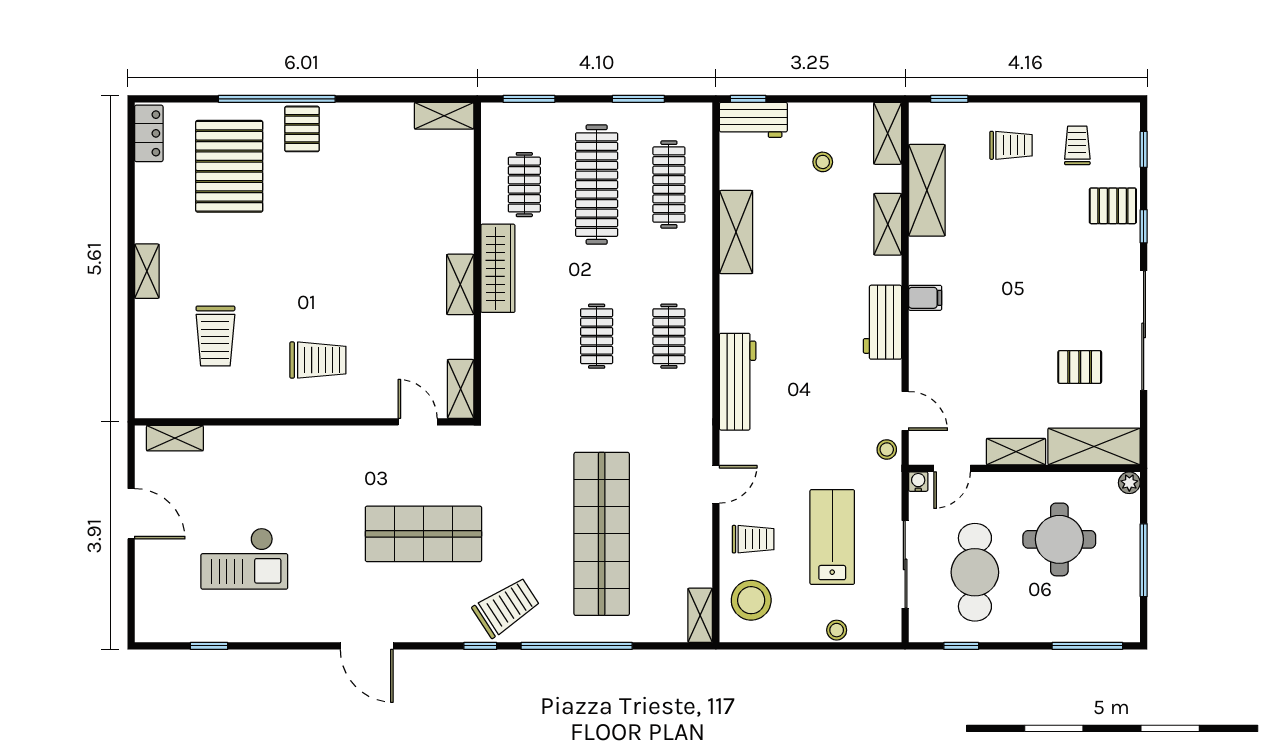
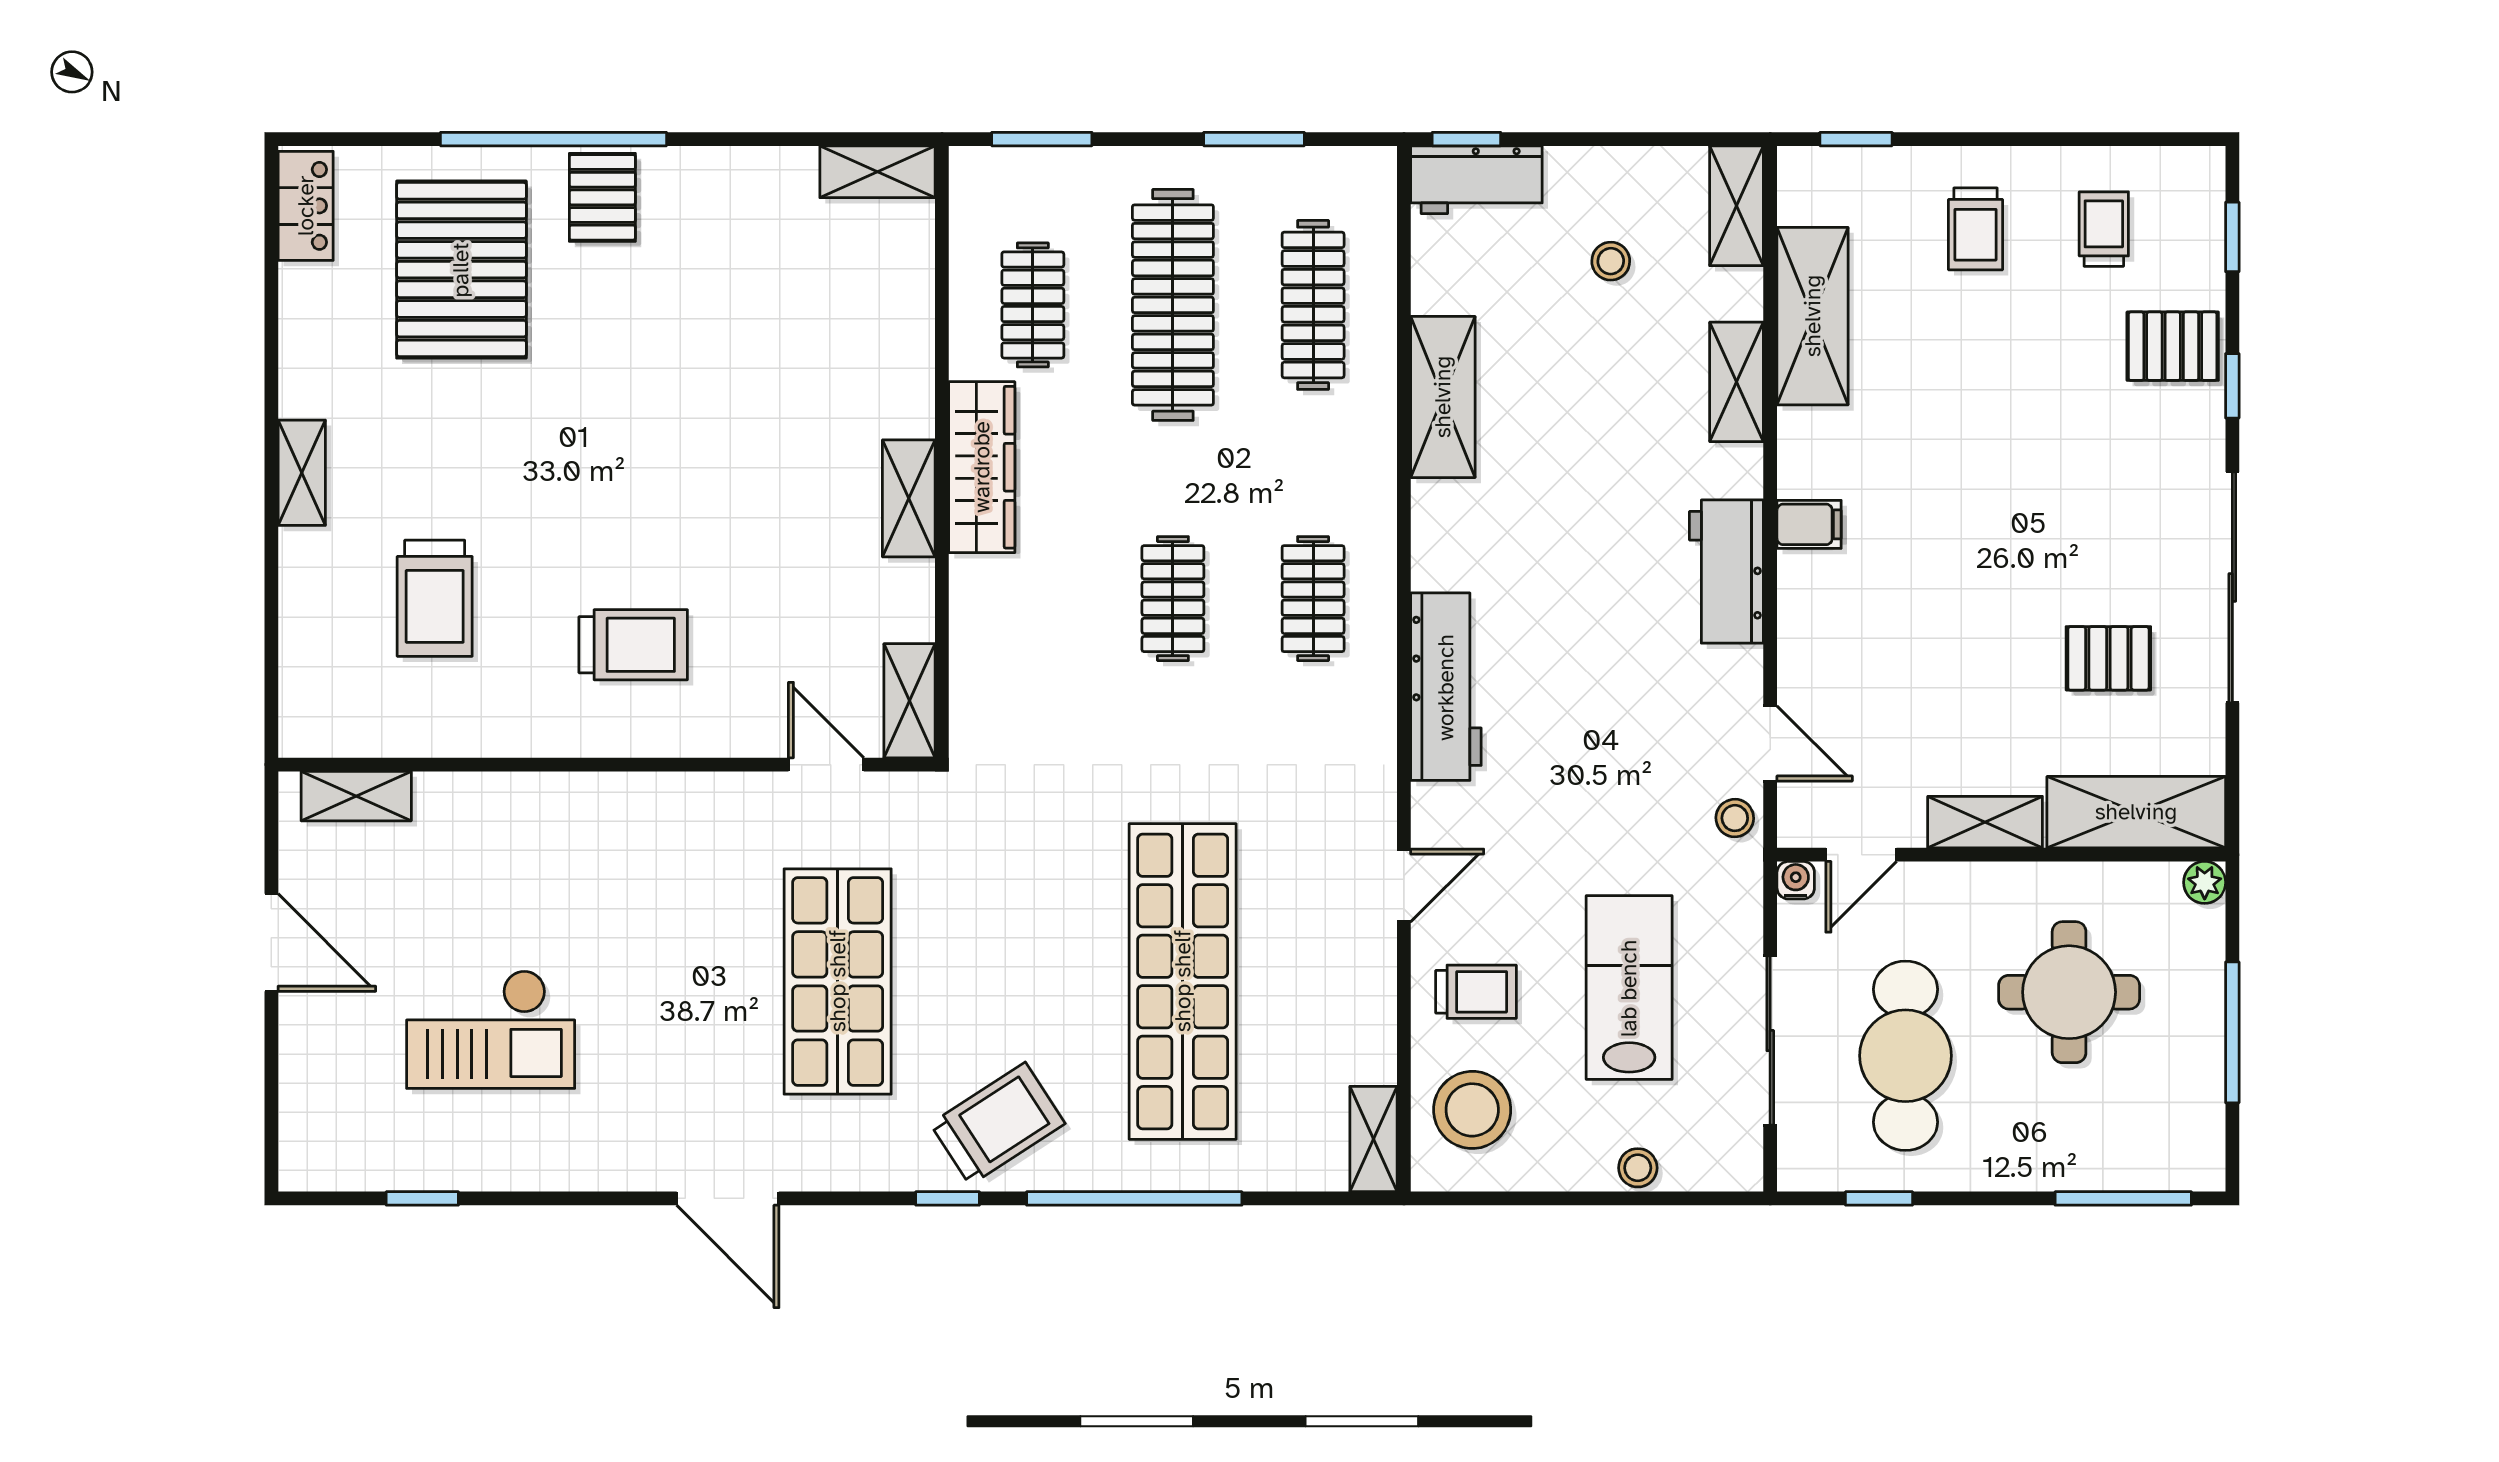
trolley: (1011, 145) -> (1975, 229), turned 90
shop shelf: (423, 534) -> (838, 981), turned 90

